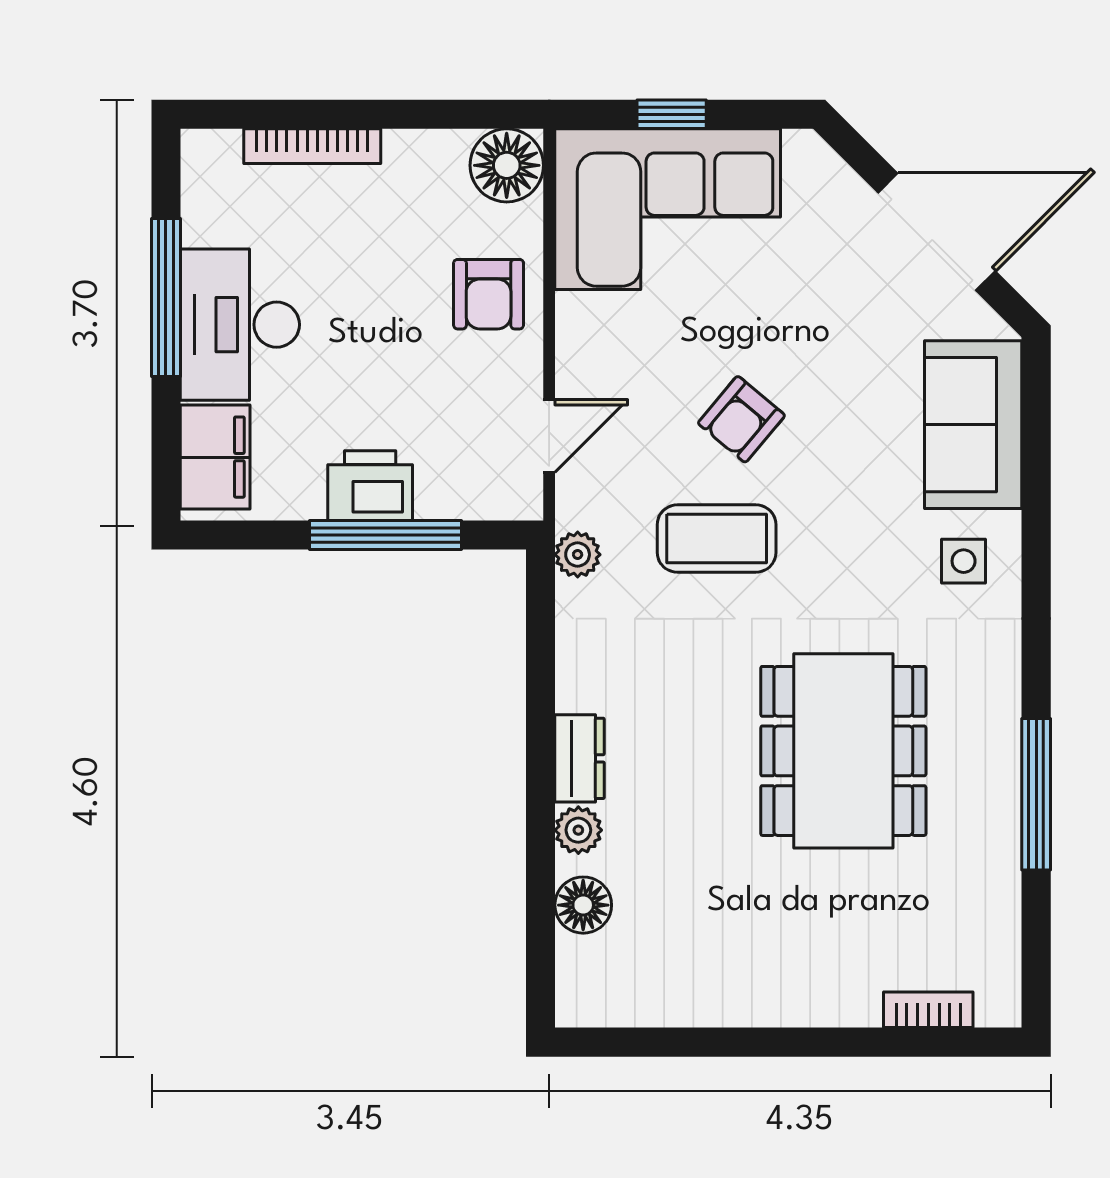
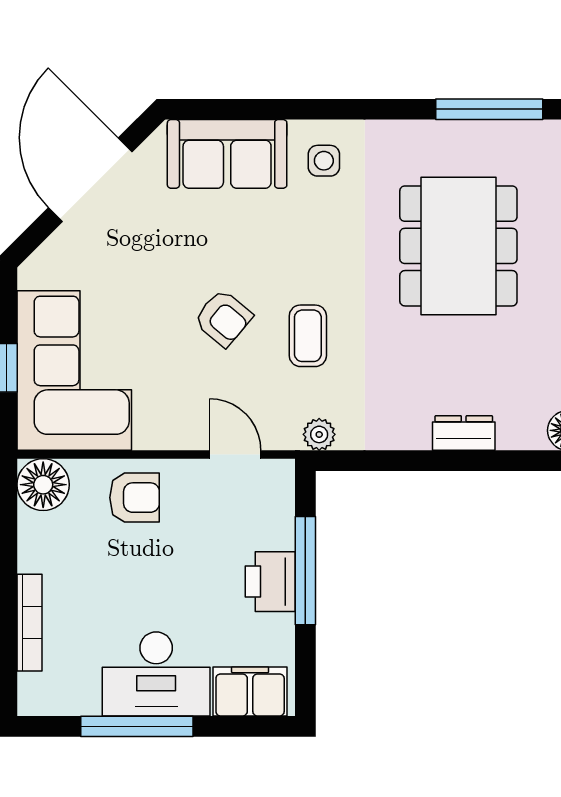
coffee table: (717, 539) -> (308, 336), width x0.73, depth x0.77
dining table: (843, 751) -> (458, 246), turned 90
plant: (578, 830) -> (515, 434), removed

